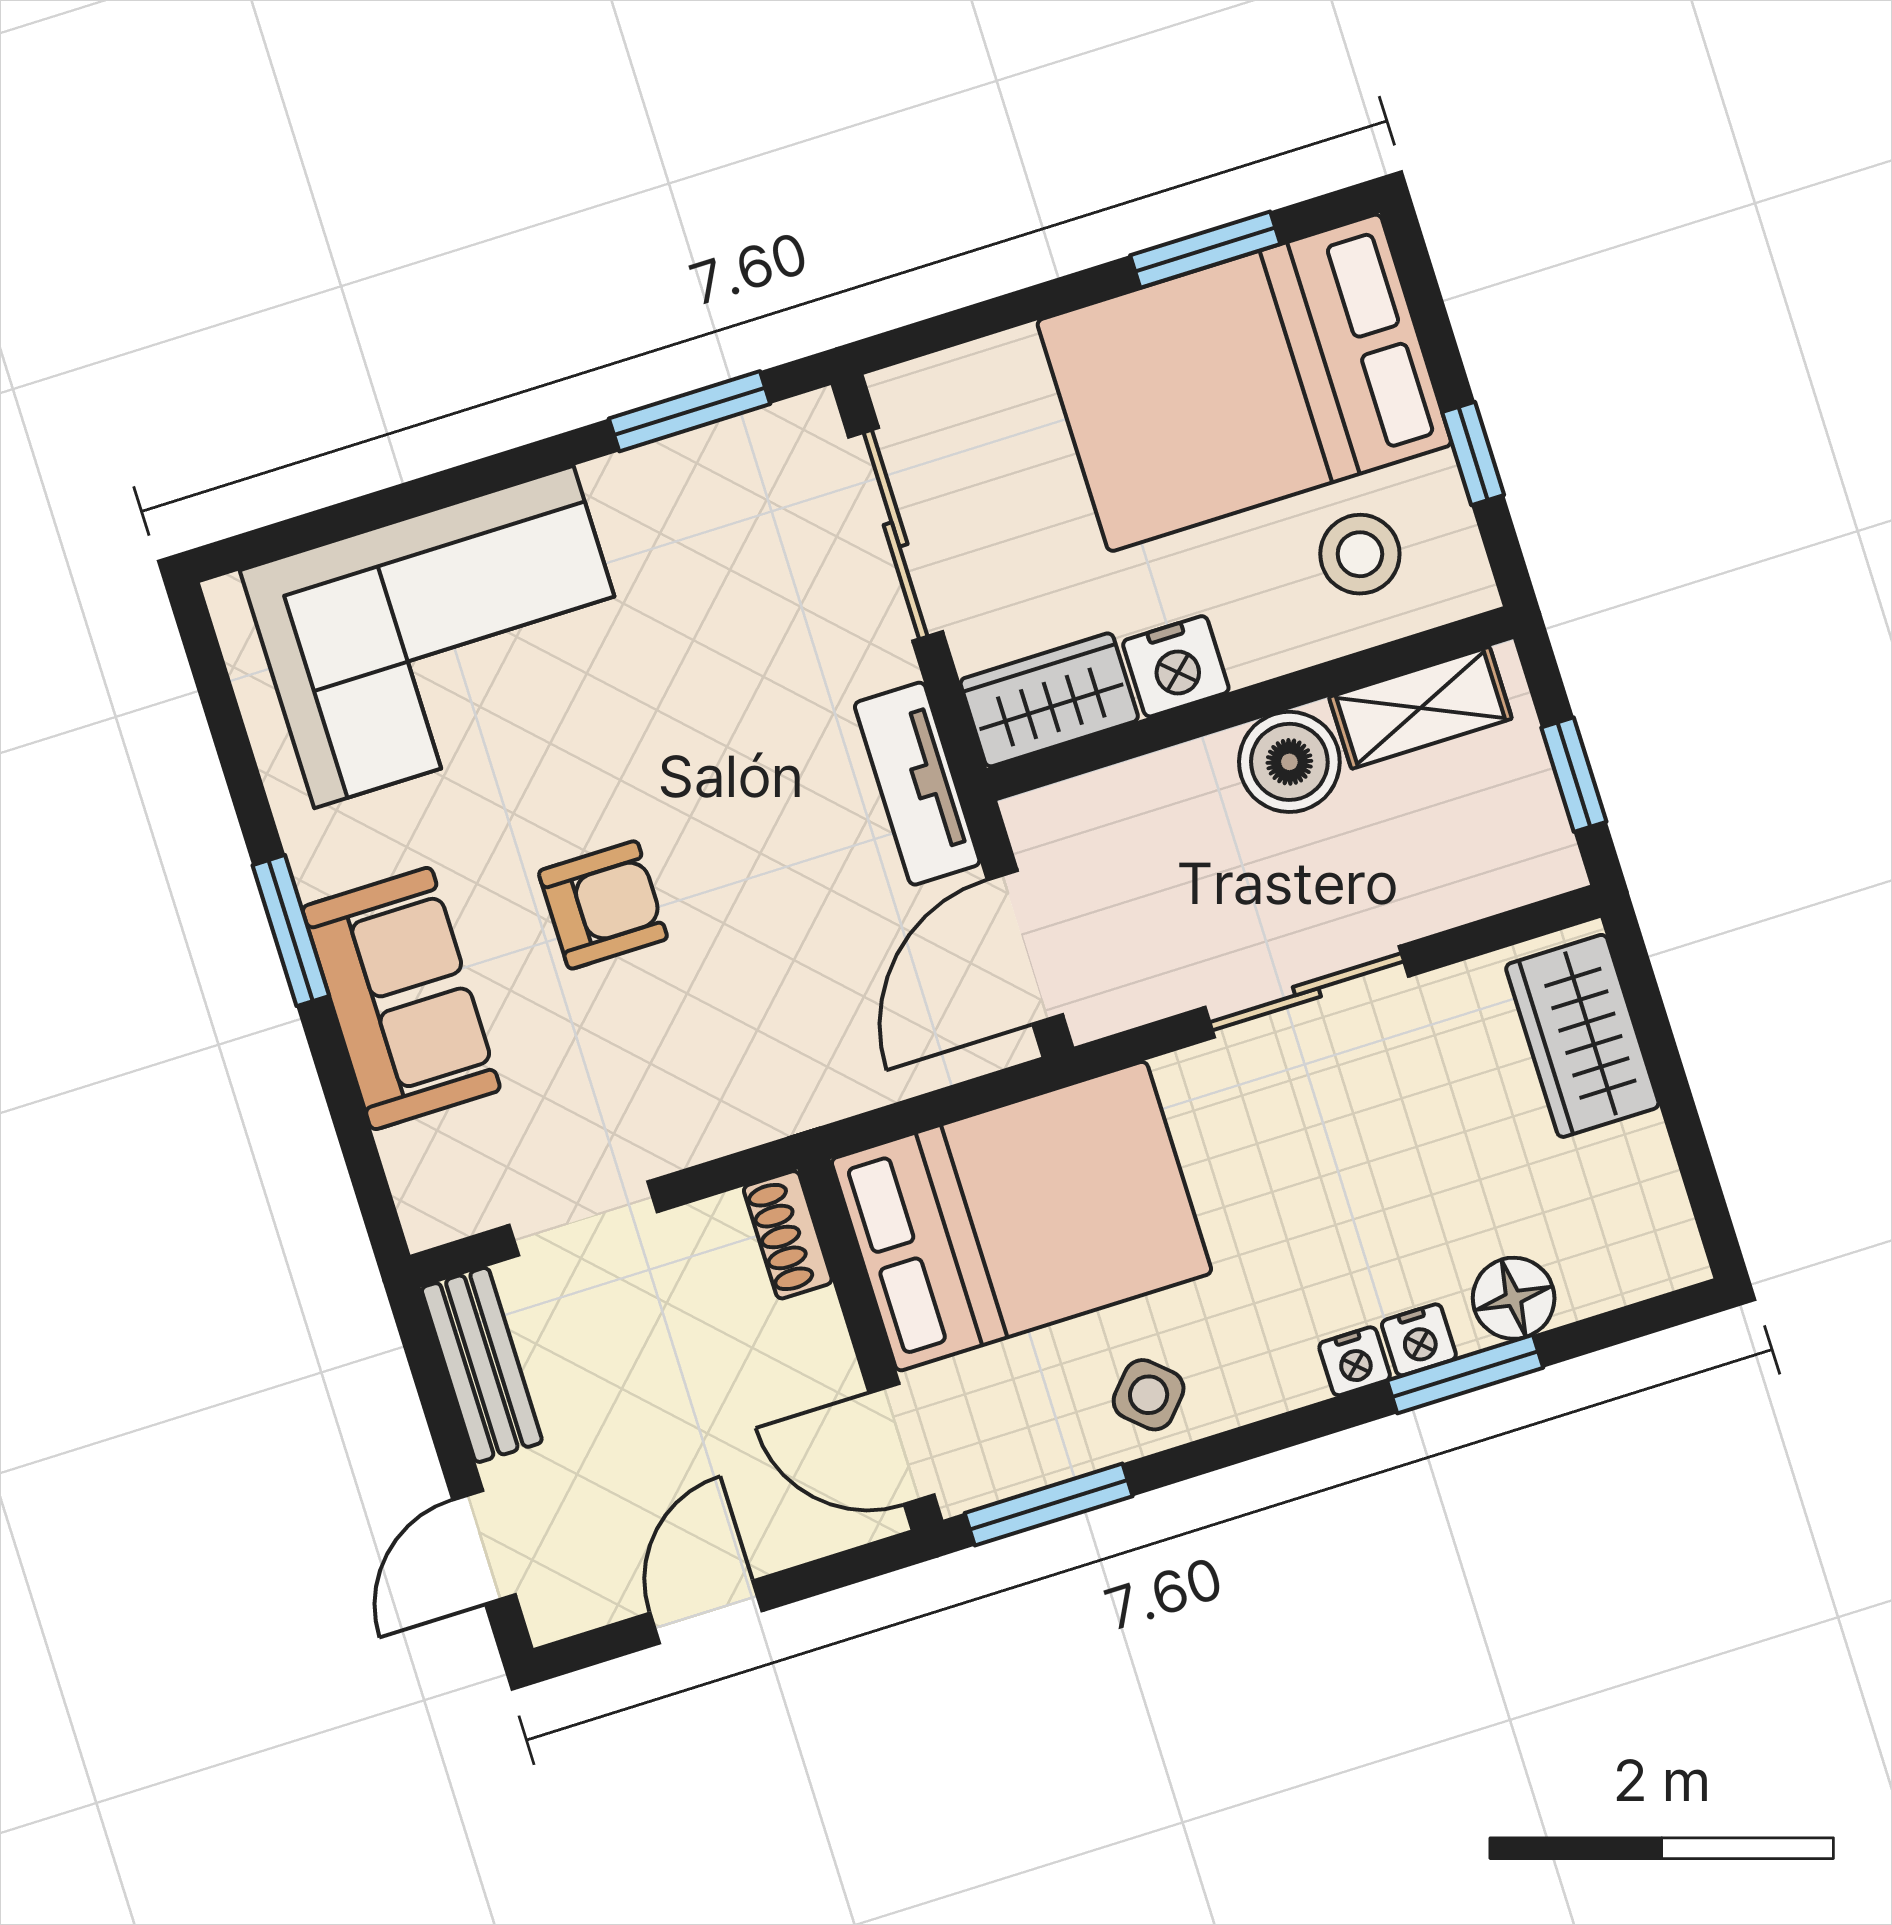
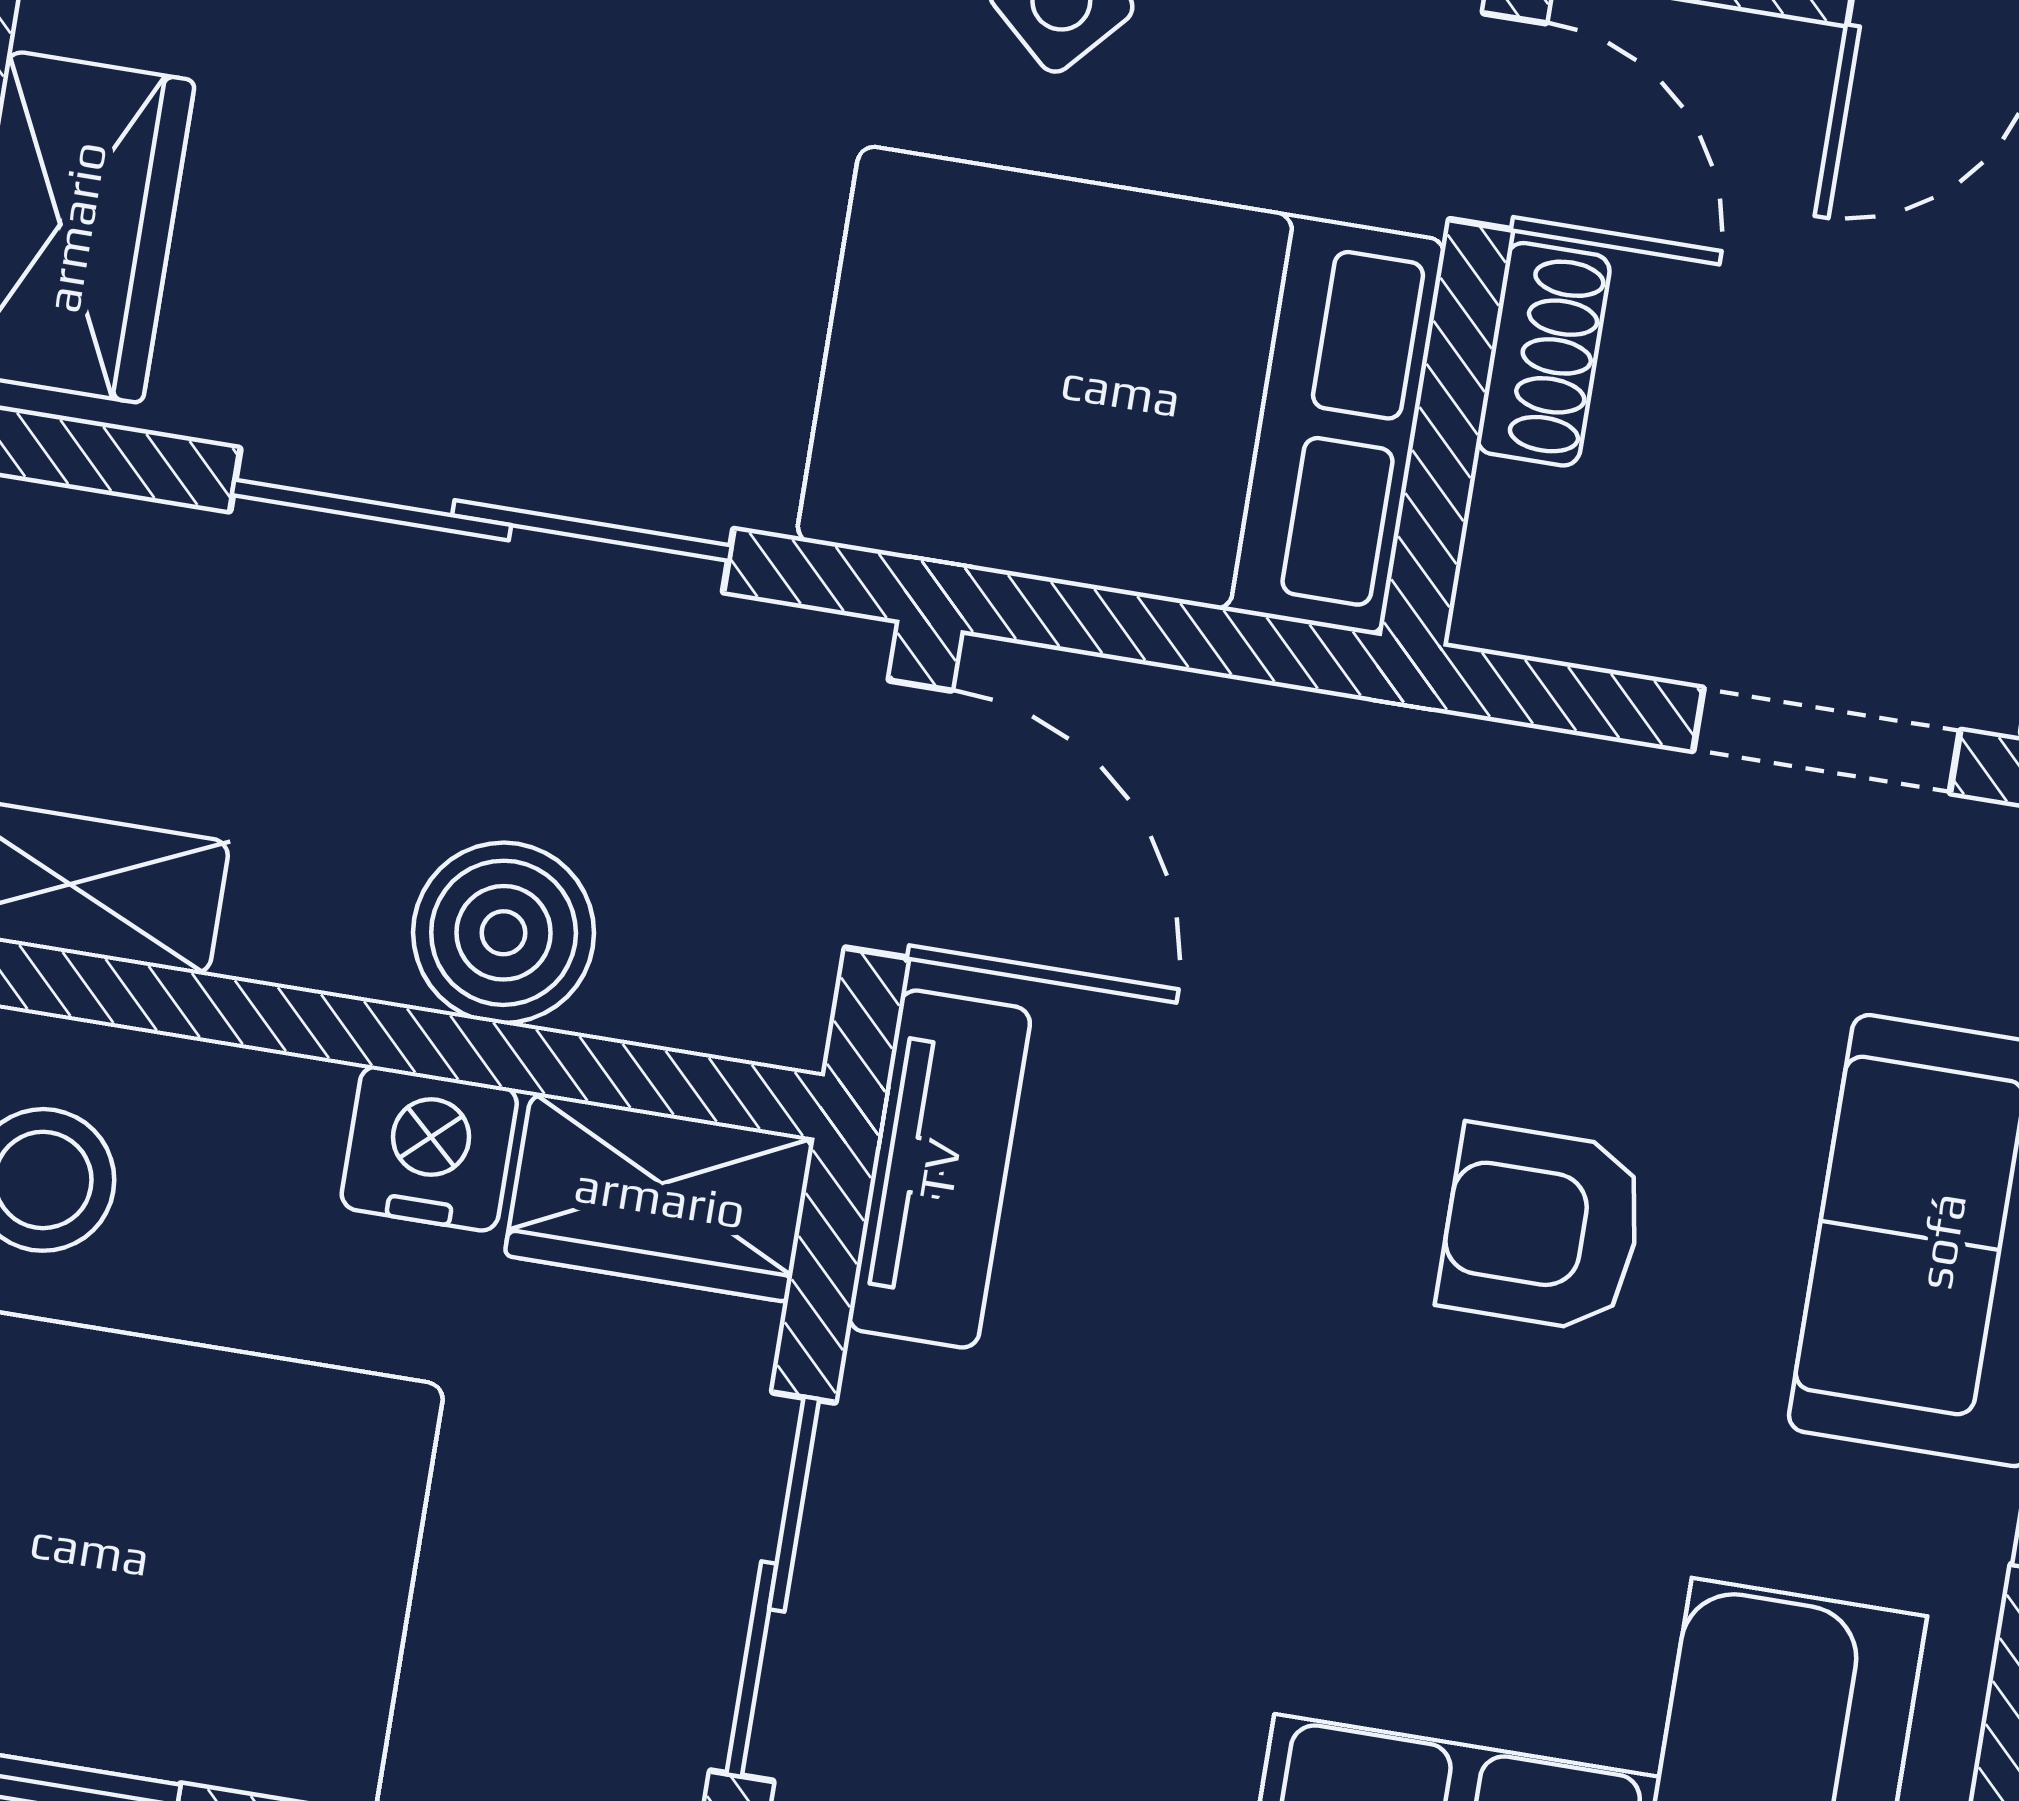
boiler: (1289, 762) -> (504, 933), moved
door: (1025, 947) -> (898, 819), hinge flipped
sliding door: (1307, 992) -> (482, 520), width x1.37
shoe rack: (788, 1235) -> (1543, 354), moved

